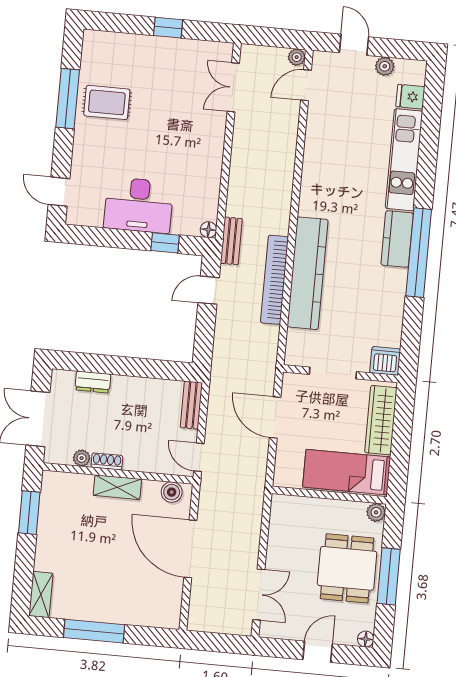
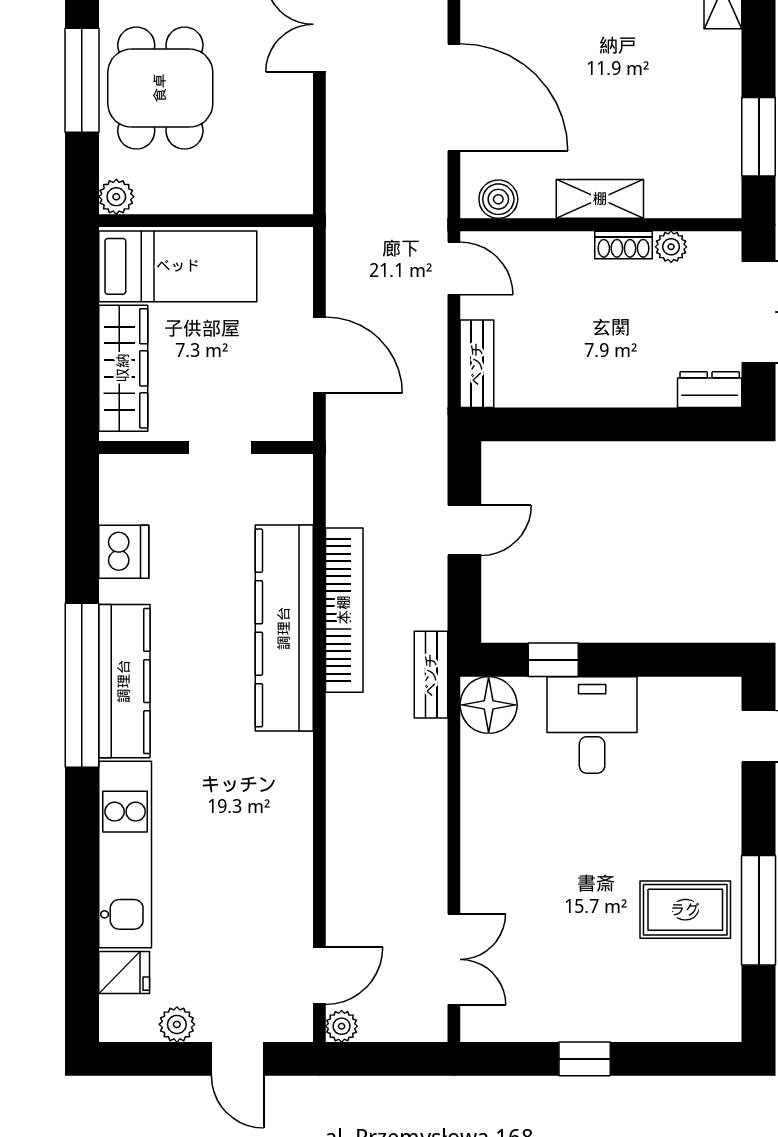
desk: (139, 205) -> (592, 725), width x0.73
floor lamp: (208, 230) -> (489, 705), width x1.89, depth x1.89
kitchen counter: (397, 239) -> (124, 681), width x1.50
door: (209, 290) -> (464, 530), moved
dishwasher: (385, 361) -> (124, 552), moved, turned -90
doorway: (333, 373) -> (220, 447), width x0.73
dresser: (93, 382) -> (710, 390), moved

